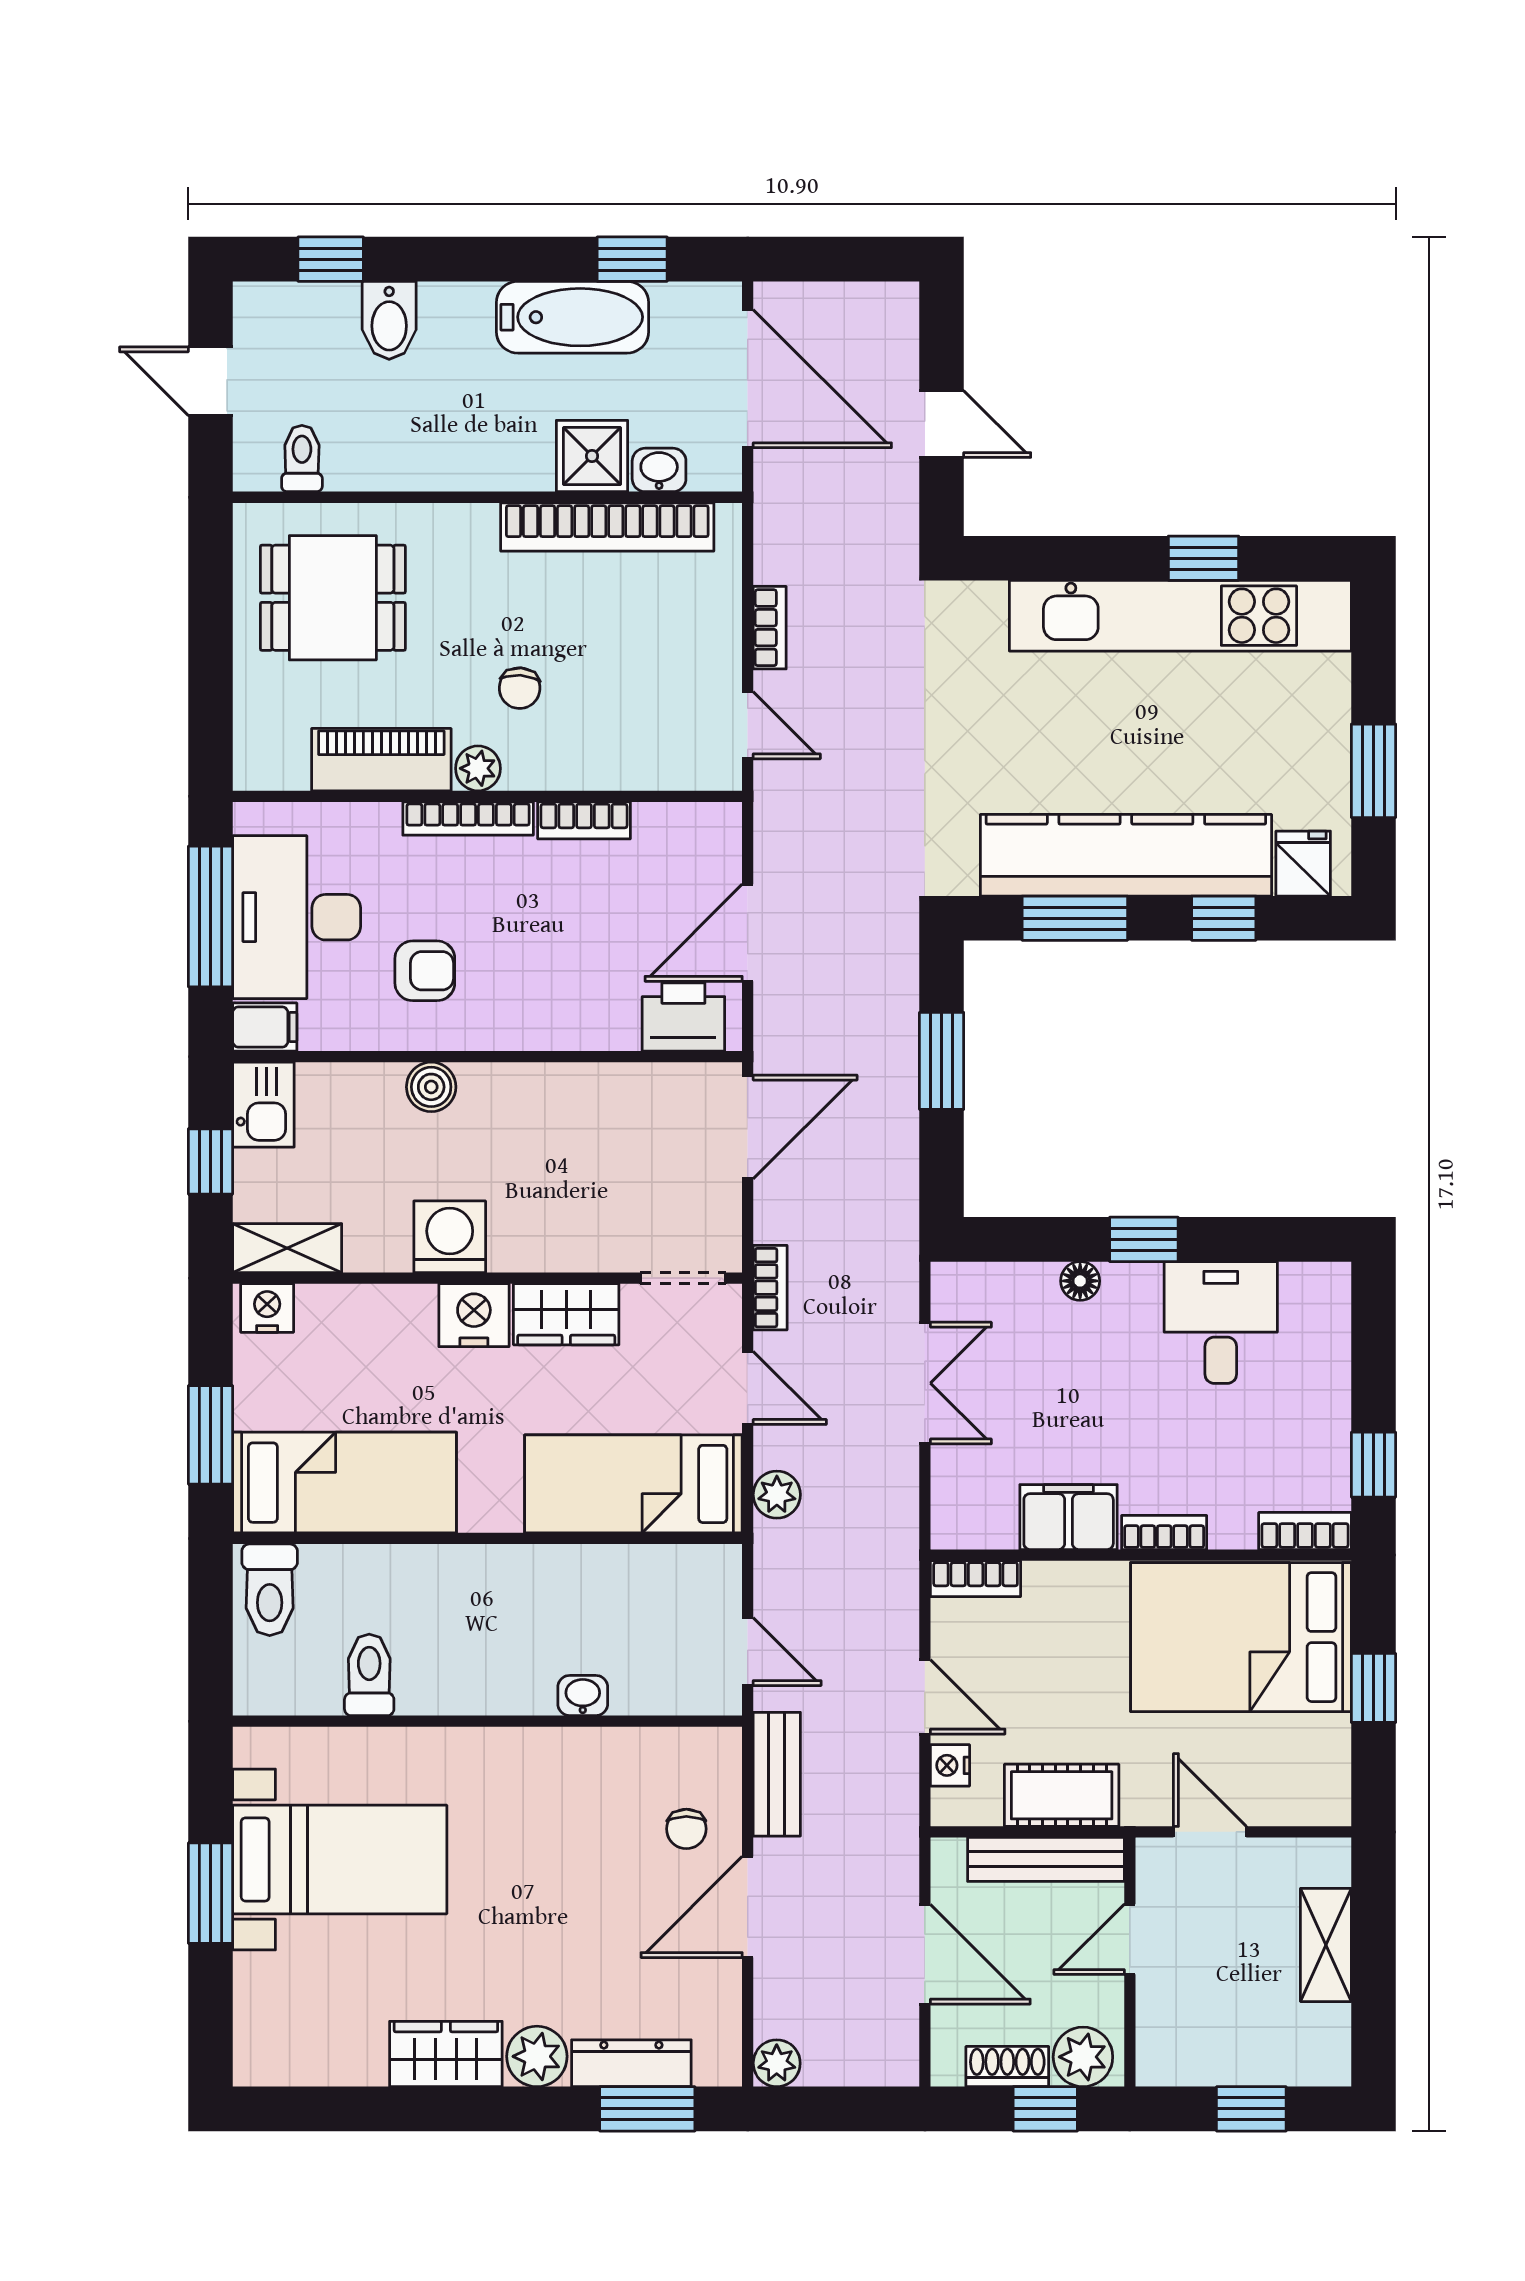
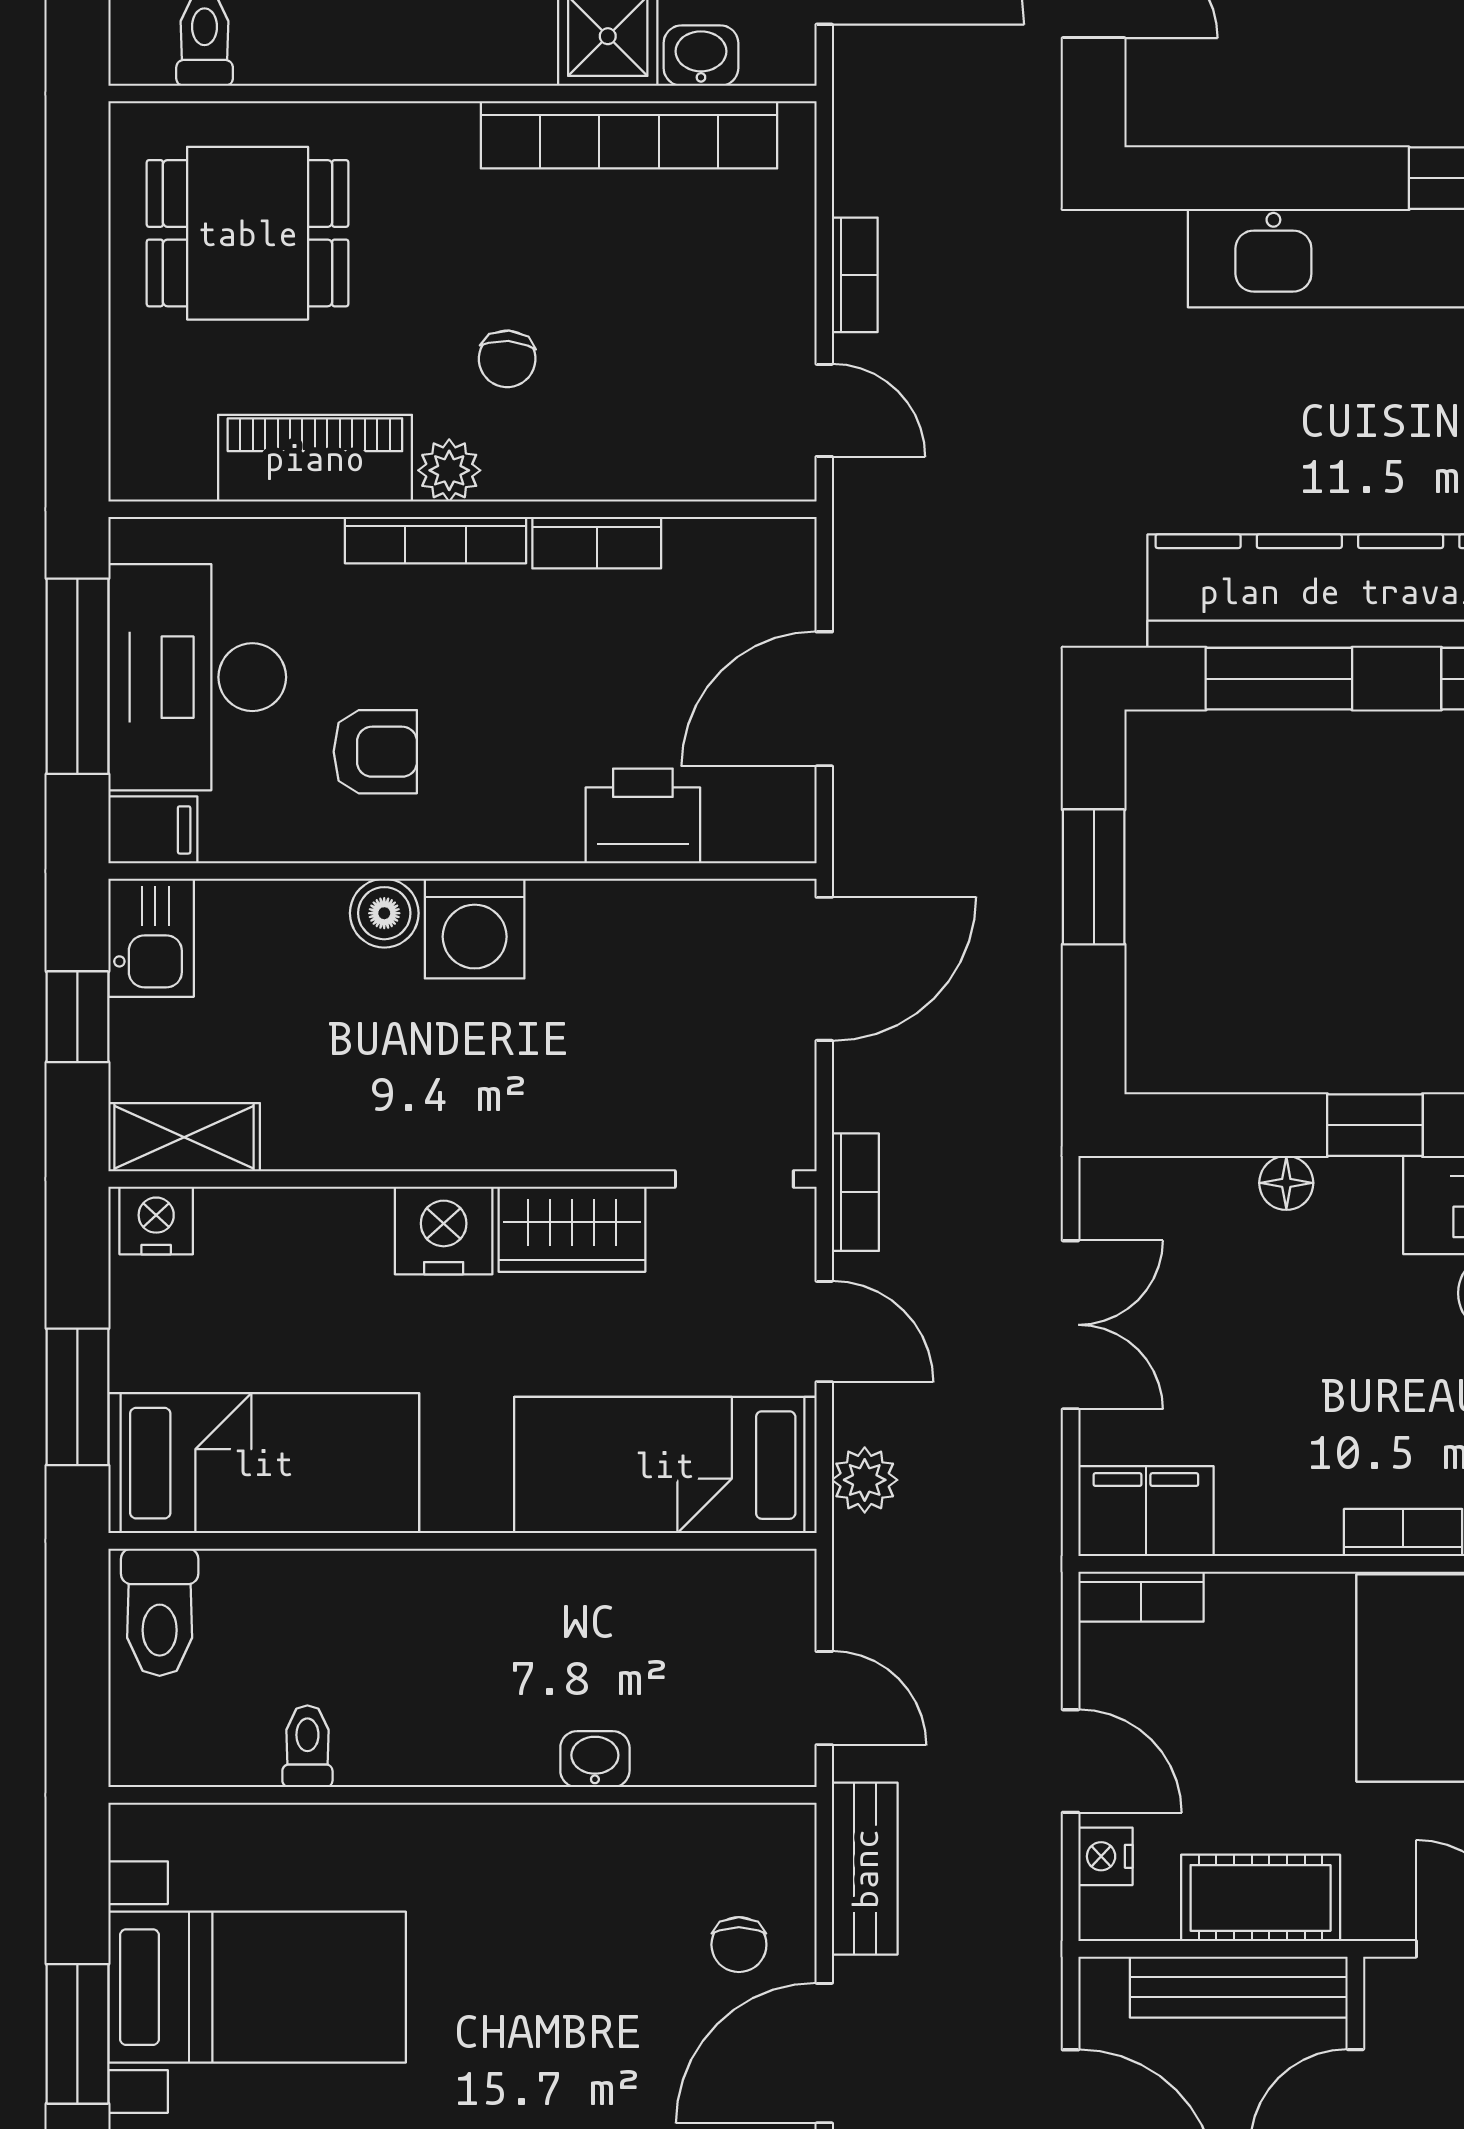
printer: (683, 1017) -> (643, 816), moved
washing machine: (450, 1237) -> (475, 929), moved, turned 180
filing cabinet: (1069, 1517) -> (1146, 1511), moved
toilet: (369, 1675) -> (307, 1746), width x0.73, depth x0.72

